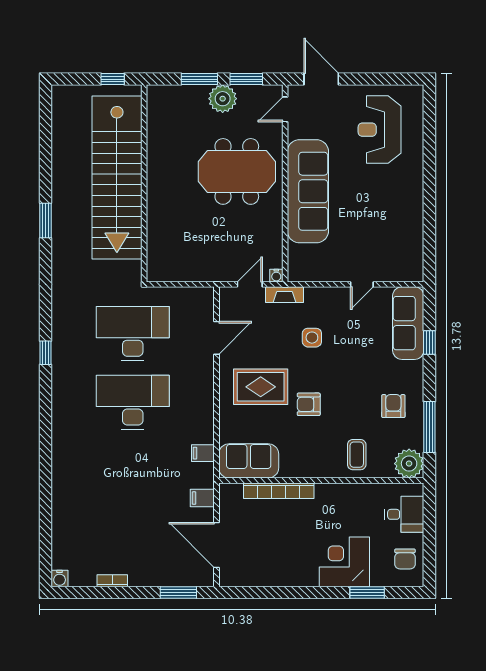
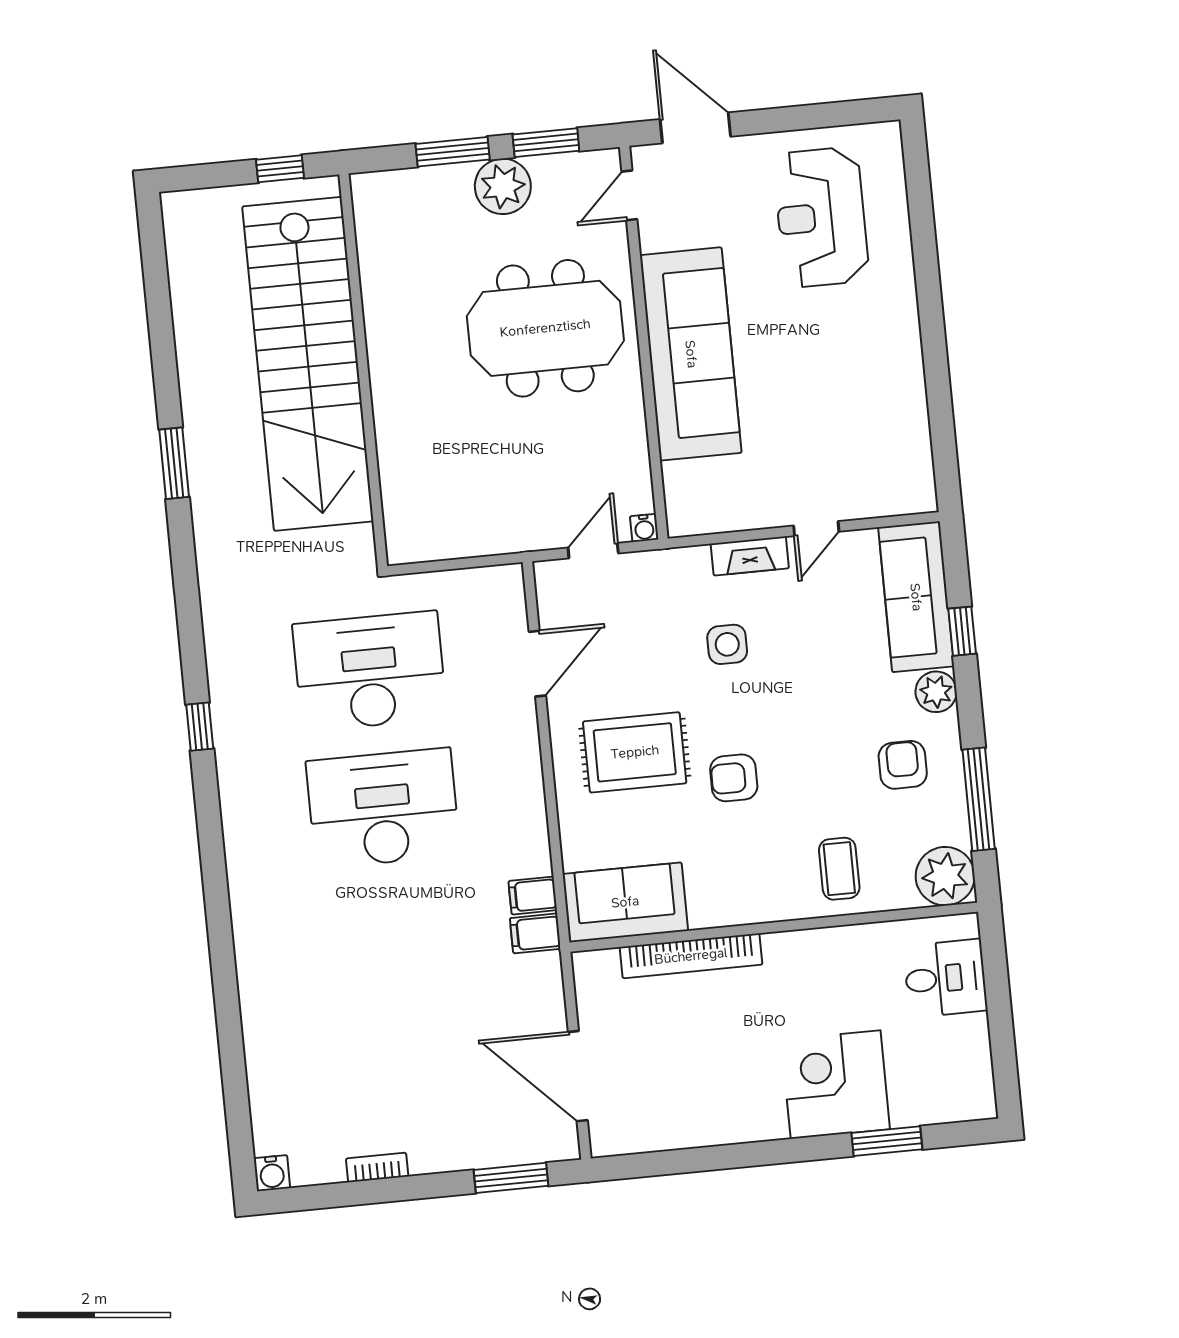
fireplace: (284, 295) -> (750, 556), moved
plant: (414, 371) -> (936, 692), added
filing cabinet: (202, 498) -> (535, 933), moved
chair: (405, 559) -> (956, 1067), removed

